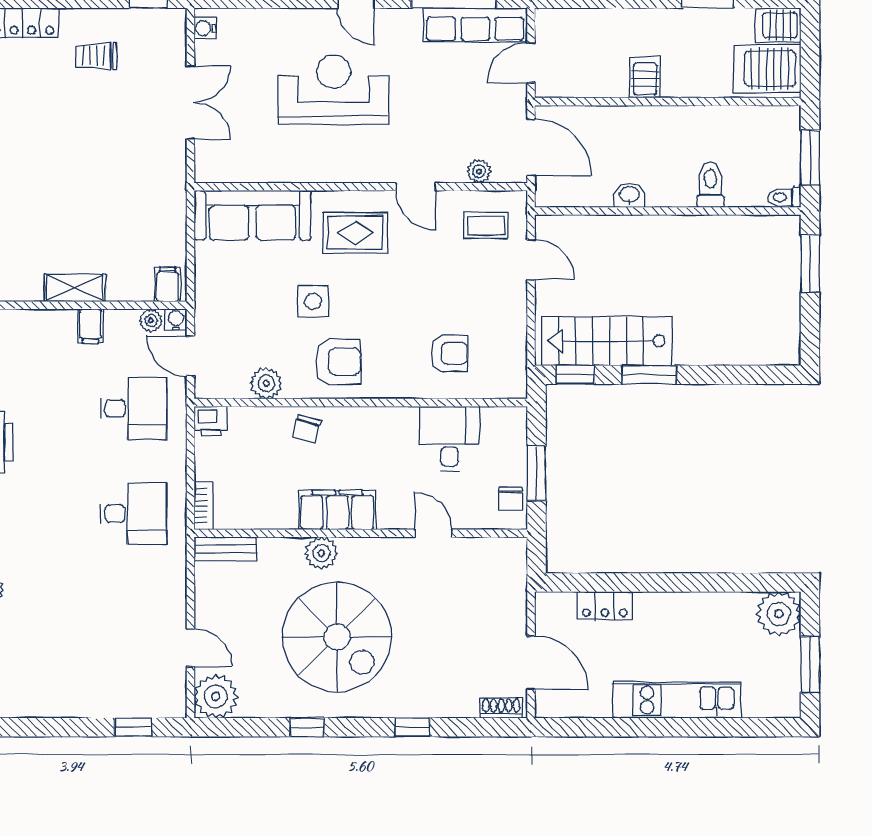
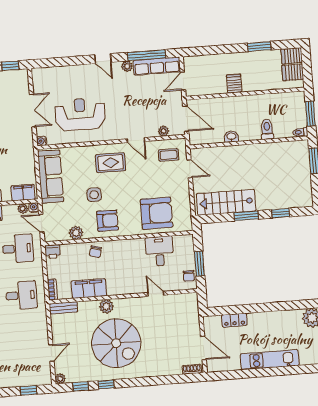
plant: (408, 20) -> (127, 66), added
water cooler: (205, 28) -> (42, 141), moved
server rack: (767, 69) -> (293, 72), width x0.73, depth x0.70
reception desk: (333, 90) -> (80, 114), moved
sofa: (253, 215) -> (51, 177), moved, turned -90
filing cabinet: (168, 284) -> (23, 193), width x2.00
armchair: (449, 353) -> (156, 213), width x1.88, depth x1.88
window: (575, 375) -> (281, 213), moved
filing cabinet: (337, 510) -> (89, 288), moved
door: (190, 648) -> (51, 353), hinge flipped
plant: (216, 696) -> (60, 379), width x0.53, depth x0.53
window: (412, 727) -> (81, 386), moved

